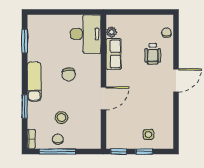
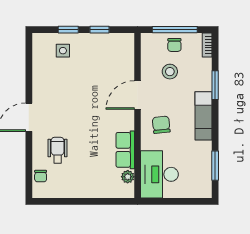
plant: (112, 32) -> (128, 177), moved
desk: (86, 34) -> (159, 174), moved
row of seats: (114, 54) -> (125, 150), moved
wall: (104, 82) -> (137, 116), moved
door: (104, 98) -> (137, 95), moved

